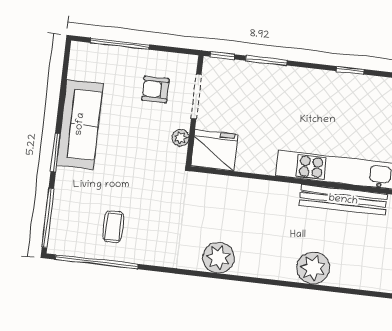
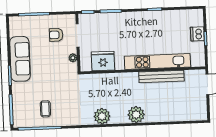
fridge: (214, 150) -> (103, 61), moved
plant: (313, 268) -> (136, 115), moved

